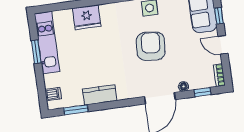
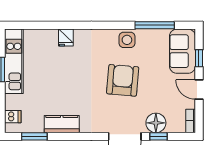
fridge: (87, 17) -> (66, 37), width x0.53, depth x0.75
floor lamp: (183, 86) -> (156, 123), width x1.89, depth x1.89
window: (202, 92) -> (158, 136), moved

